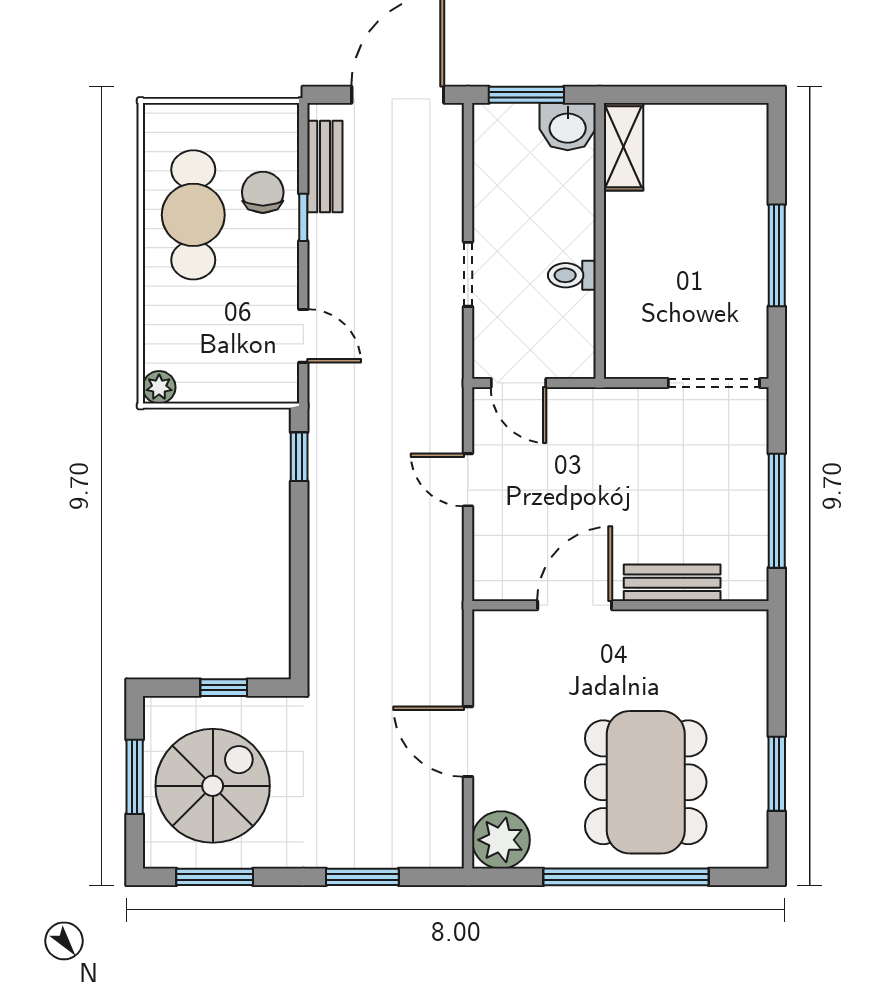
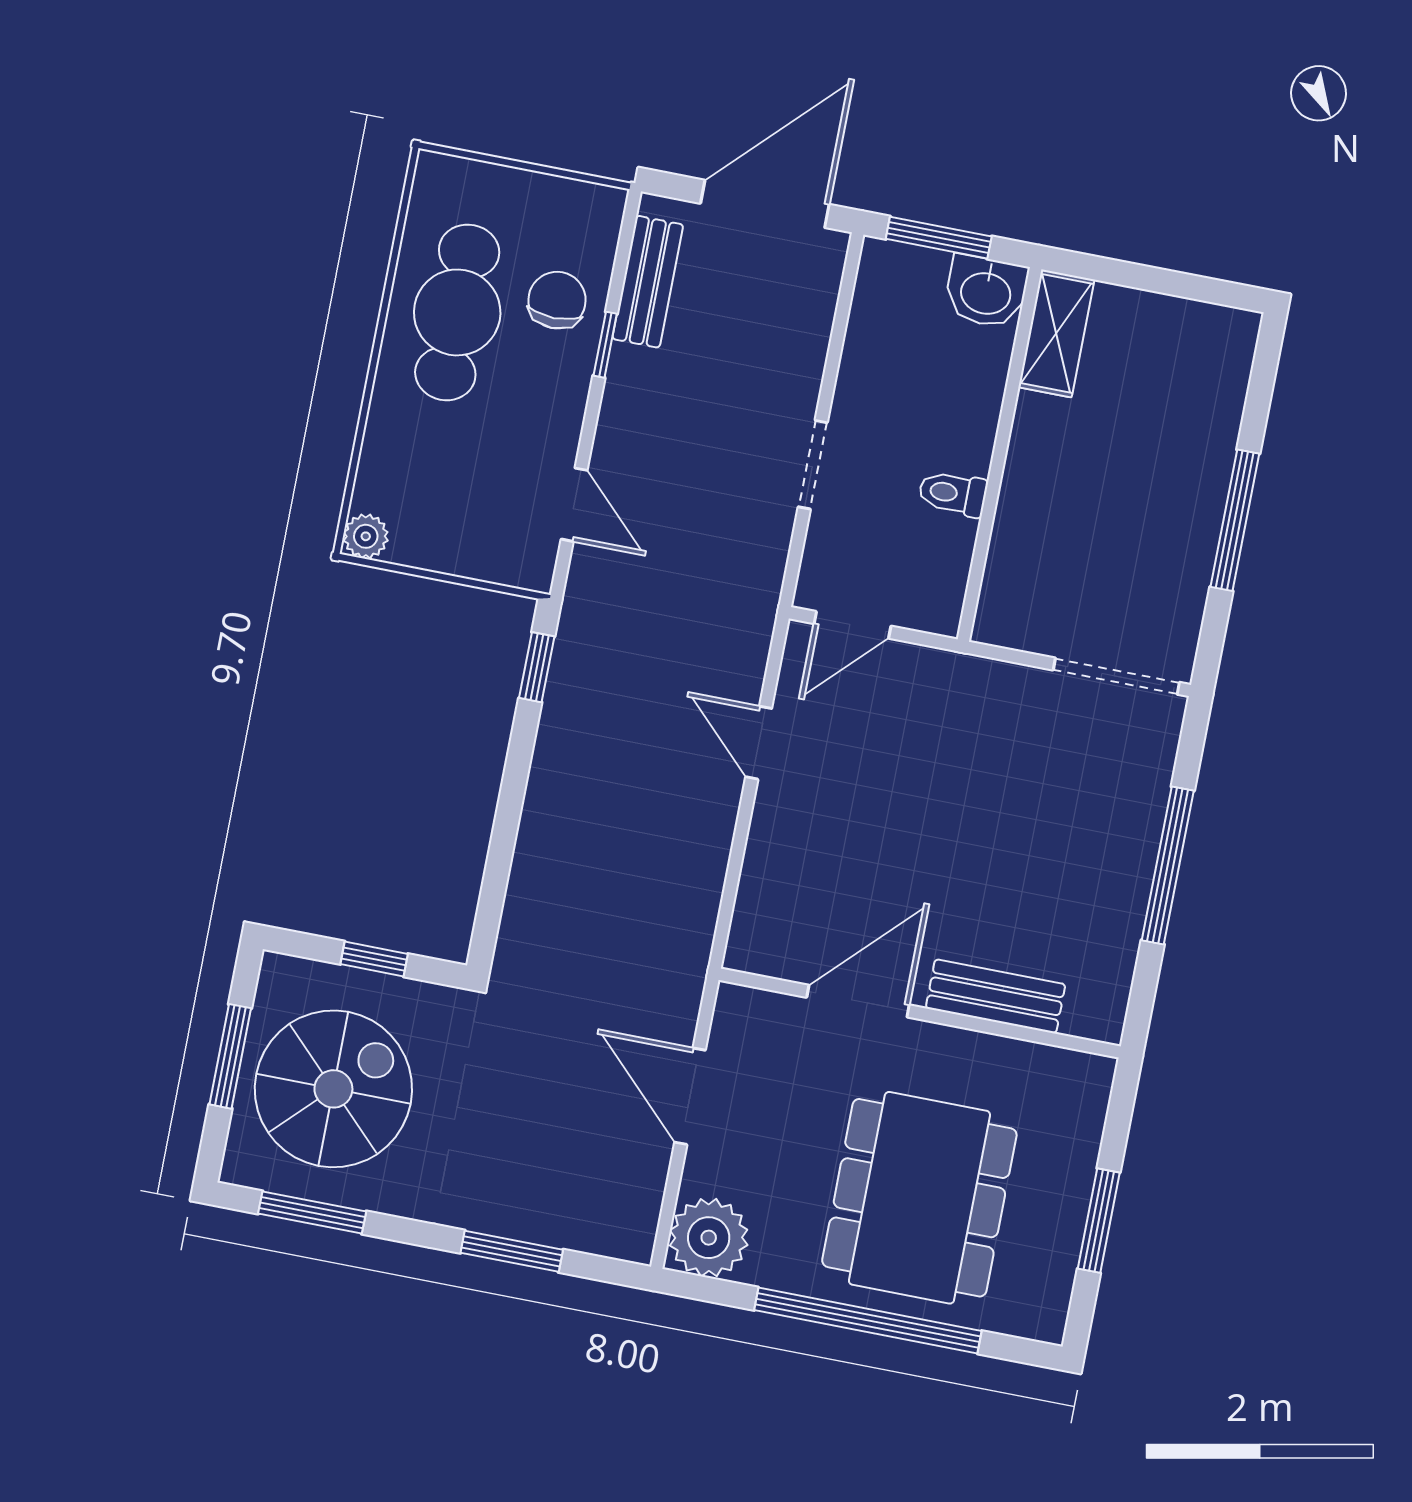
door: (519, 383) -> (852, 625), hinge flipped
bench: (672, 583) -> (996, 996), moved
door: (575, 605) -> (858, 1001), moved
wall: (620, 605) -> (920, 1013), moved

